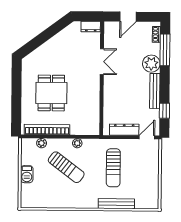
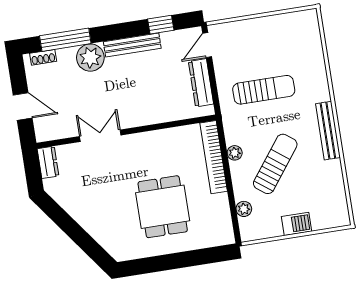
dining table: (51, 93) -> (163, 207), turned 90
bookcase: (47, 129) -> (214, 157), moved
door: (147, 137) -> (207, 45), hinge flipped
bench: (116, 204) -> (328, 131), moved

